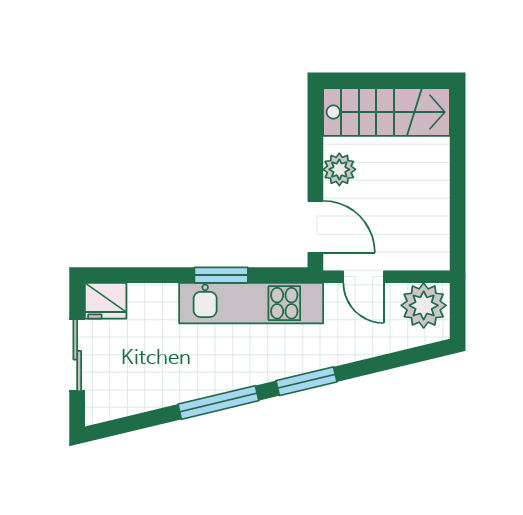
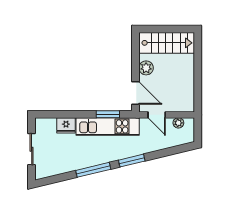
window: (221, 275) -> (108, 114), moved
fridge: (106, 301) -> (66, 125), moved
plant: (424, 305) -> (178, 123), width x0.53, depth x0.53

